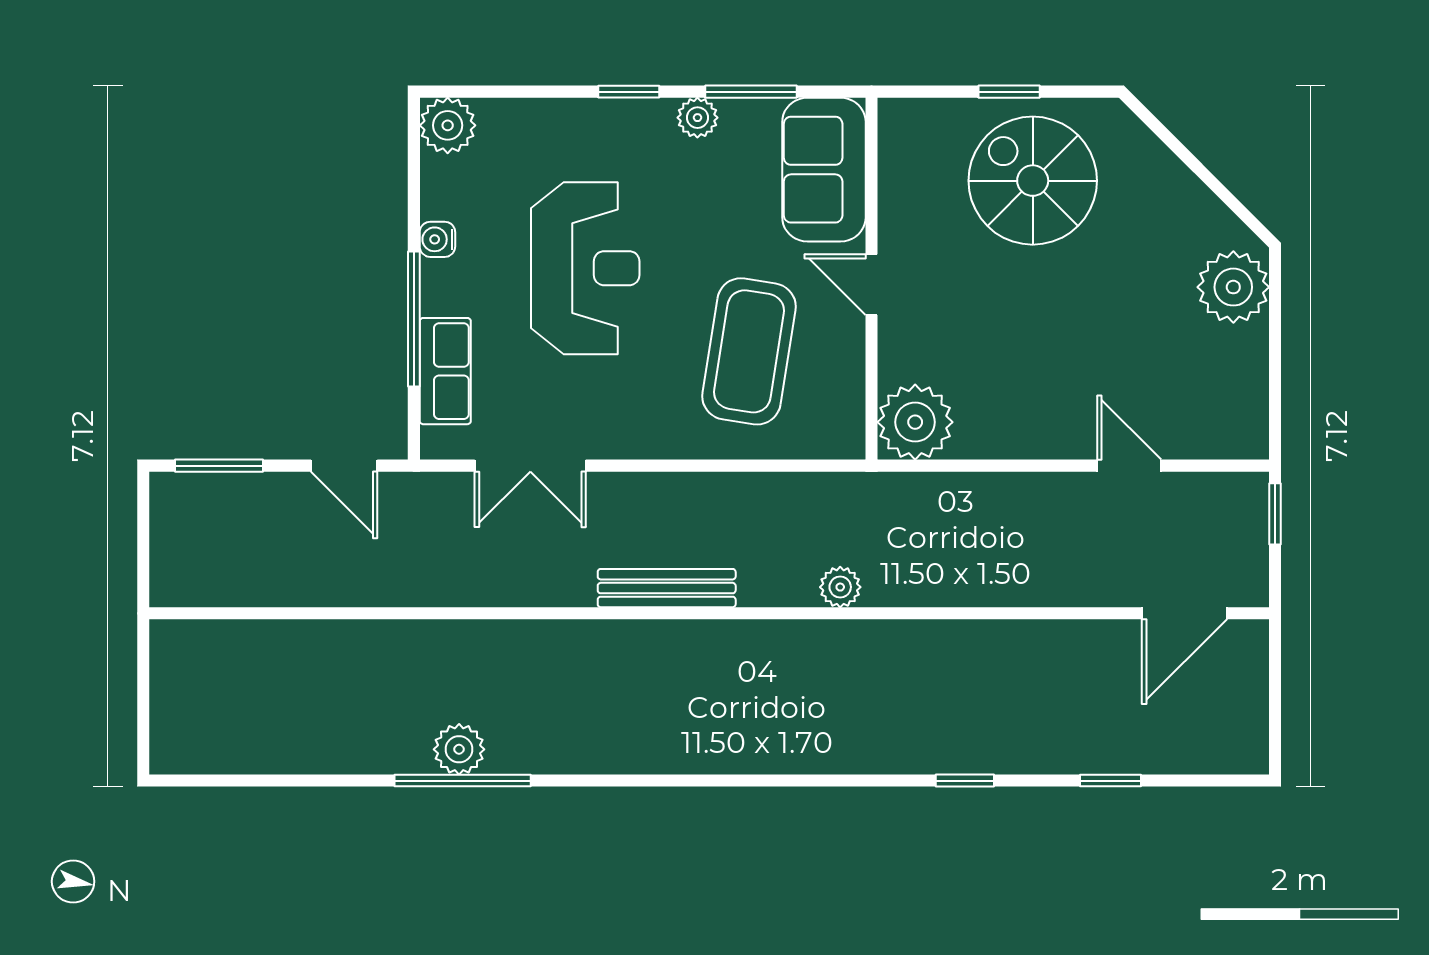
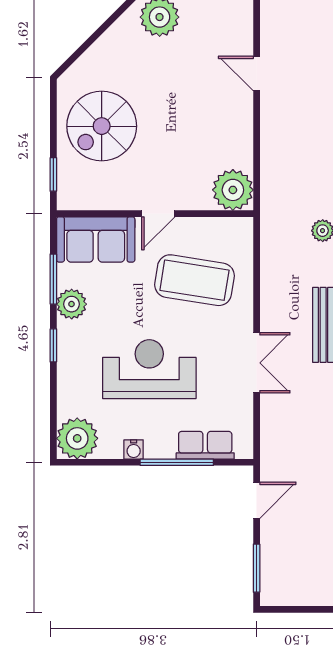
window: (1009, 92) -> (53, 174), moved
plant: (697, 118) -> (72, 304), width x1.38, depth x1.38
plant: (448, 125) -> (77, 438), width x1.36, depth x1.36
double door: (530, 466) -> (257, 363), moved
door: (1129, 466) -> (257, 74), hinge flipped

